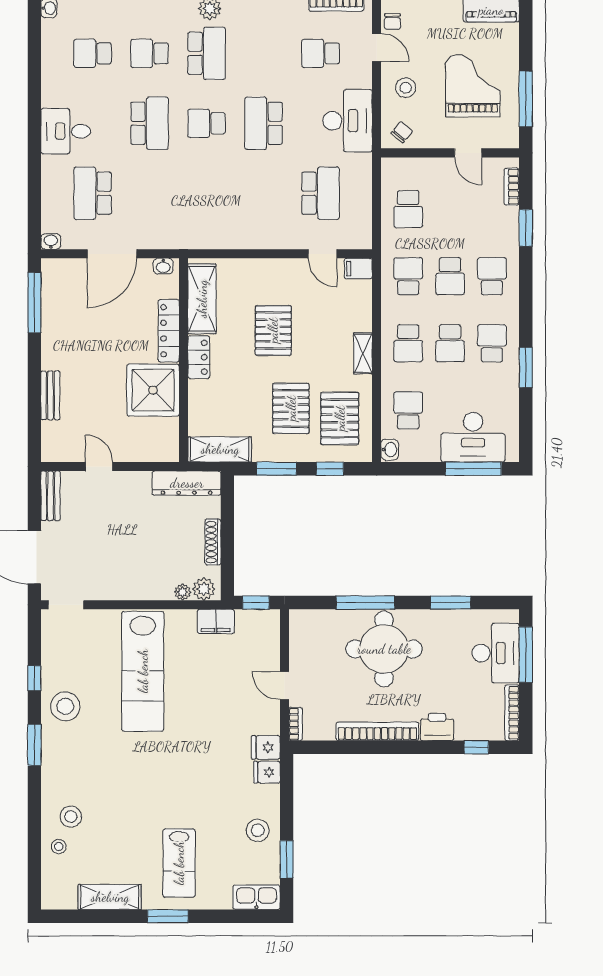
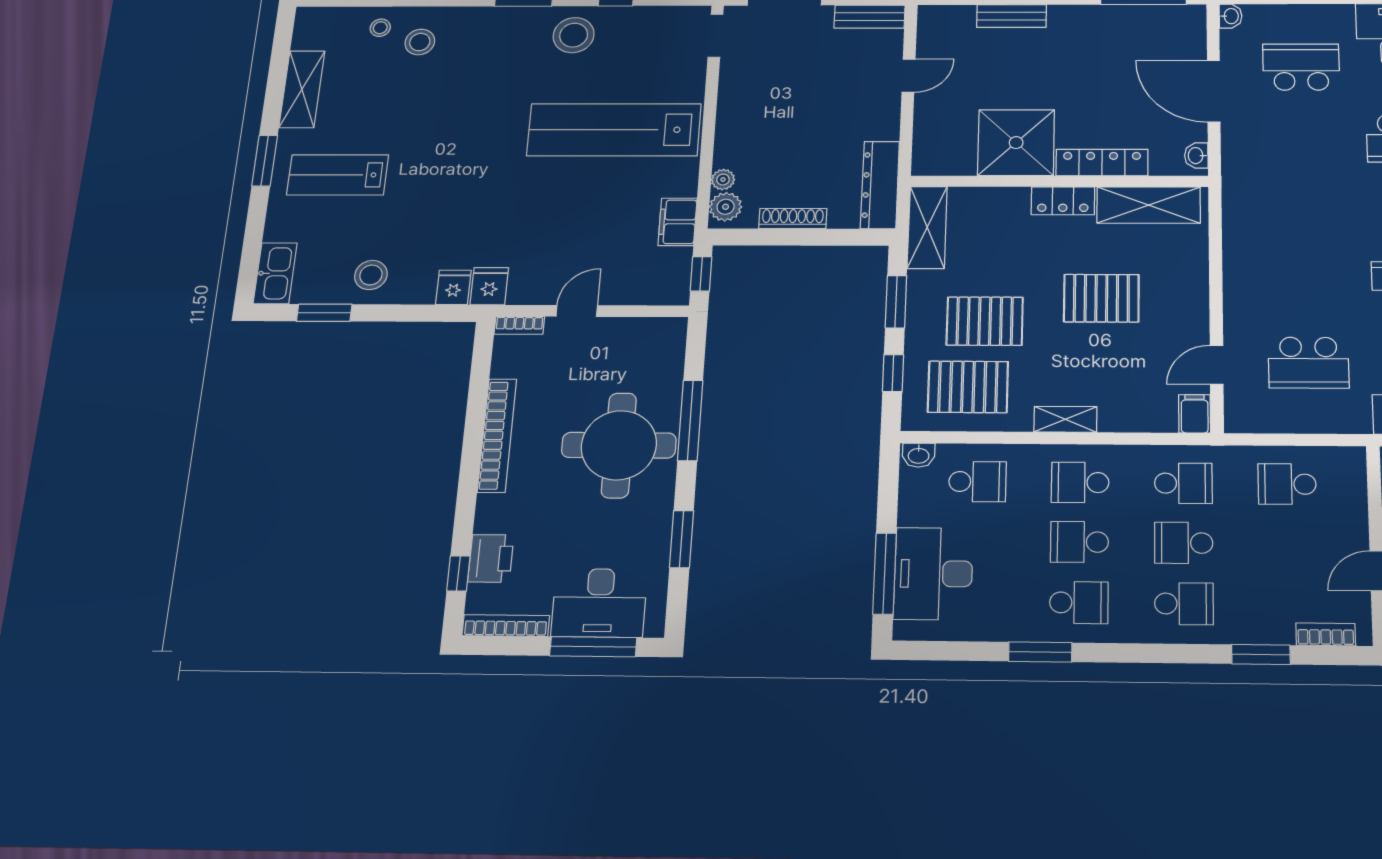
printer: (437, 727) -> (491, 558), moved

